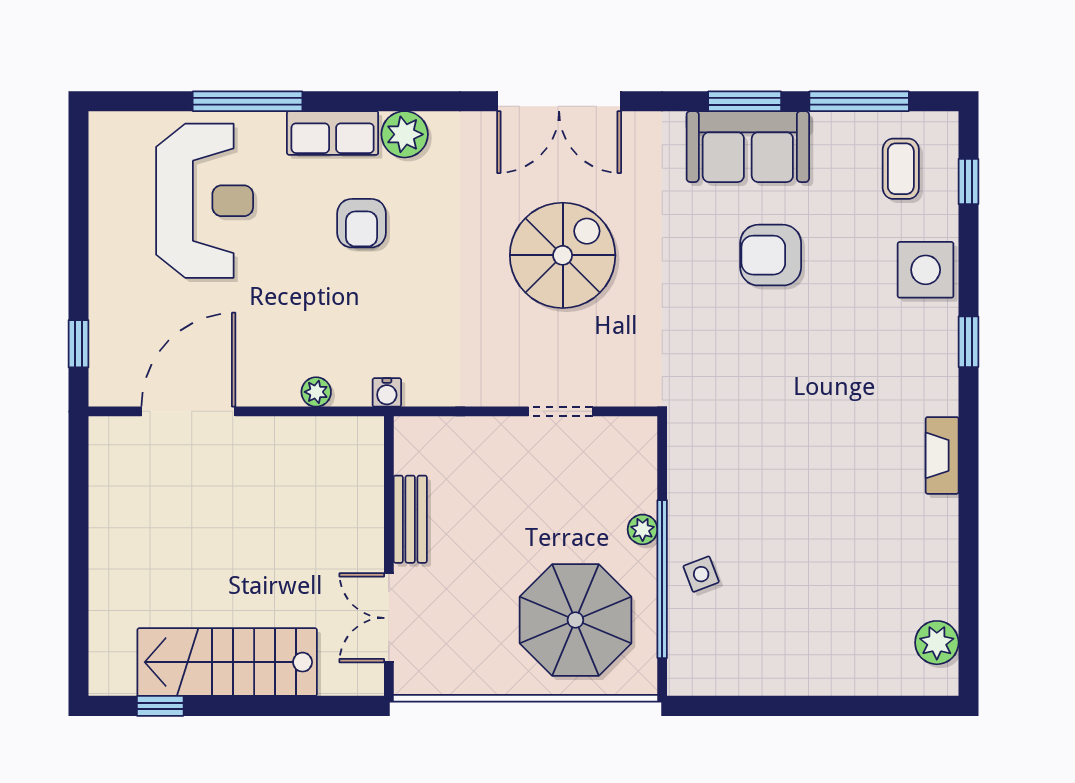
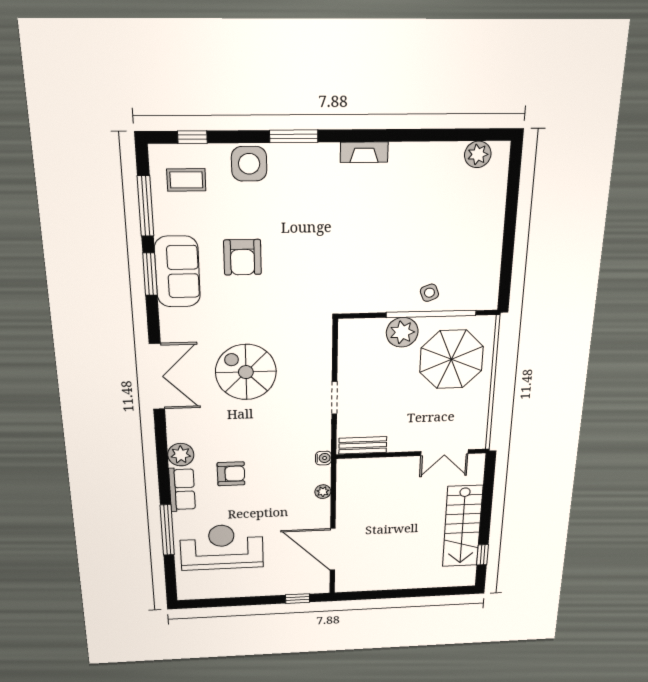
window: (968, 342) -> (294, 136), width x1.50
doorway: (561, 411) -> (334, 398), moved
bench: (410, 519) -> (363, 445), moved
plant: (643, 529) -> (402, 332), width x1.88, depth x1.88

